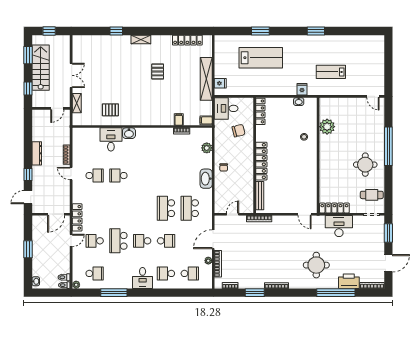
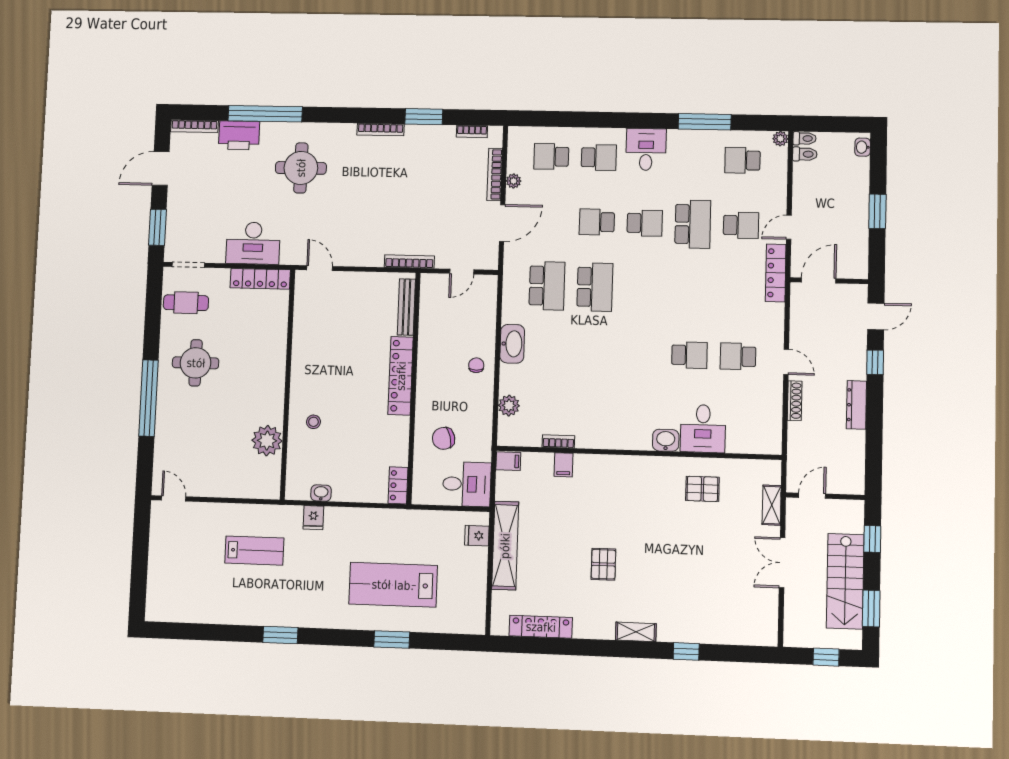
locker: (260, 111) -> (398, 485), width x0.66

